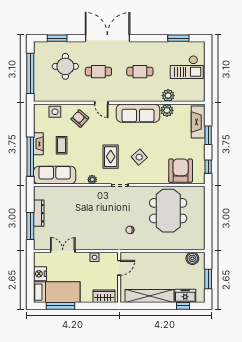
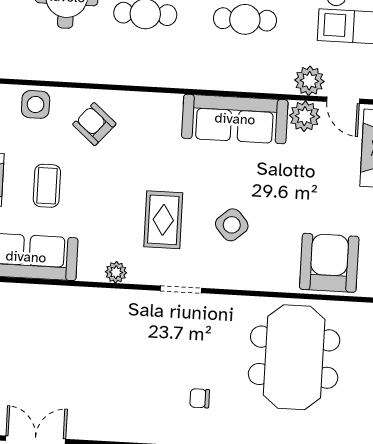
door: (101, 103) -> (343, 100), moved

